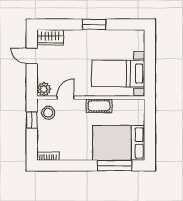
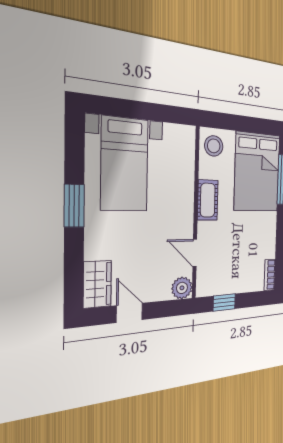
door: (32, 56) -> (129, 313), swing flipped
bed with nightstands: (118, 73) -> (125, 164), moved
stool: (48, 113) -> (214, 146), moved

